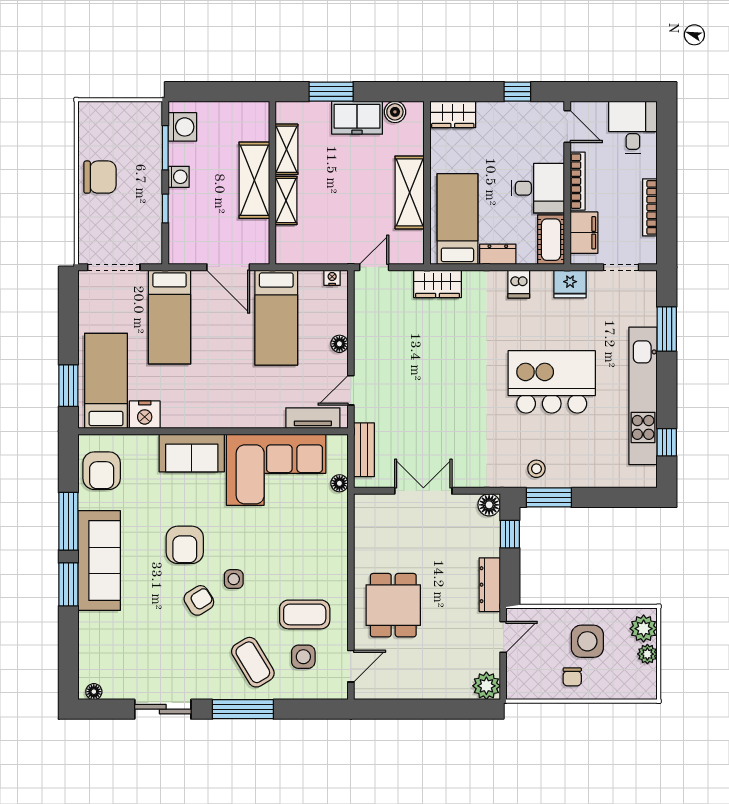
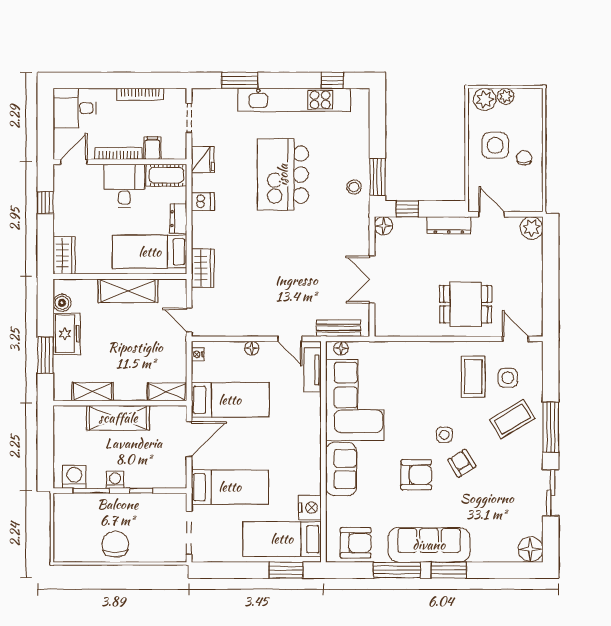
shelving: (286, 200) -> (167, 392), moved
filing cabinet: (584, 233) -> (152, 148), width x0.50
floor lamp: (339, 483) -> (341, 348), moved
chair: (572, 677) -> (524, 158), turned -90
floor lamp: (94, 692) -> (531, 549), width x1.89, depth x1.89

